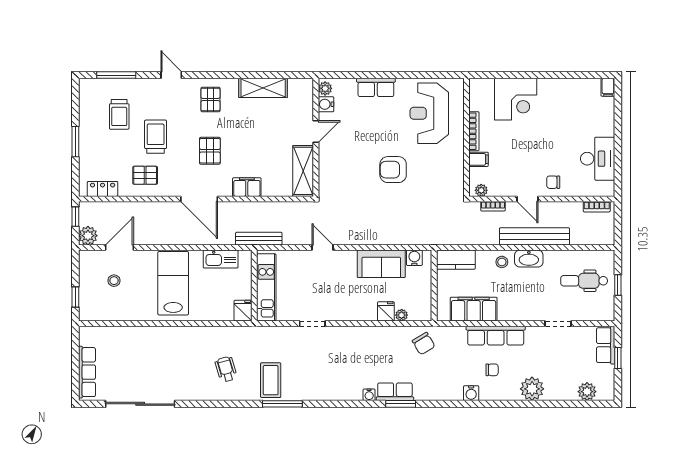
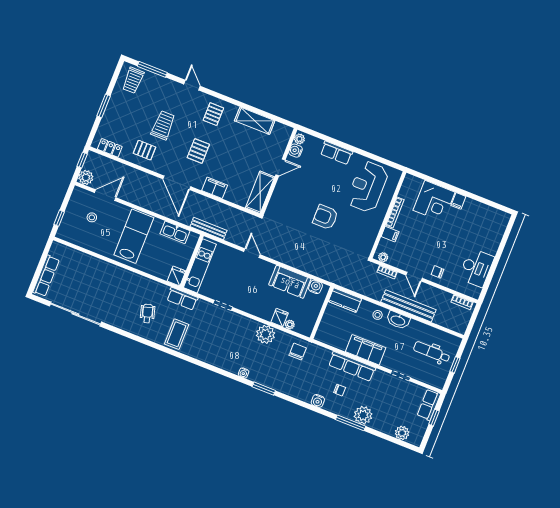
filing cabinet: (608, 87) -> (458, 201), moved
trolley: (119, 114) -> (133, 80), moved
filing cabinet: (474, 309) -> (366, 350), moved
plant: (377, 338) -> (265, 334), added
chair: (424, 344) -> (298, 352), turned -149
row of seats: (395, 392) -> (182, 299), moved, turned 180
window: (282, 404) -> (351, 423), moved

